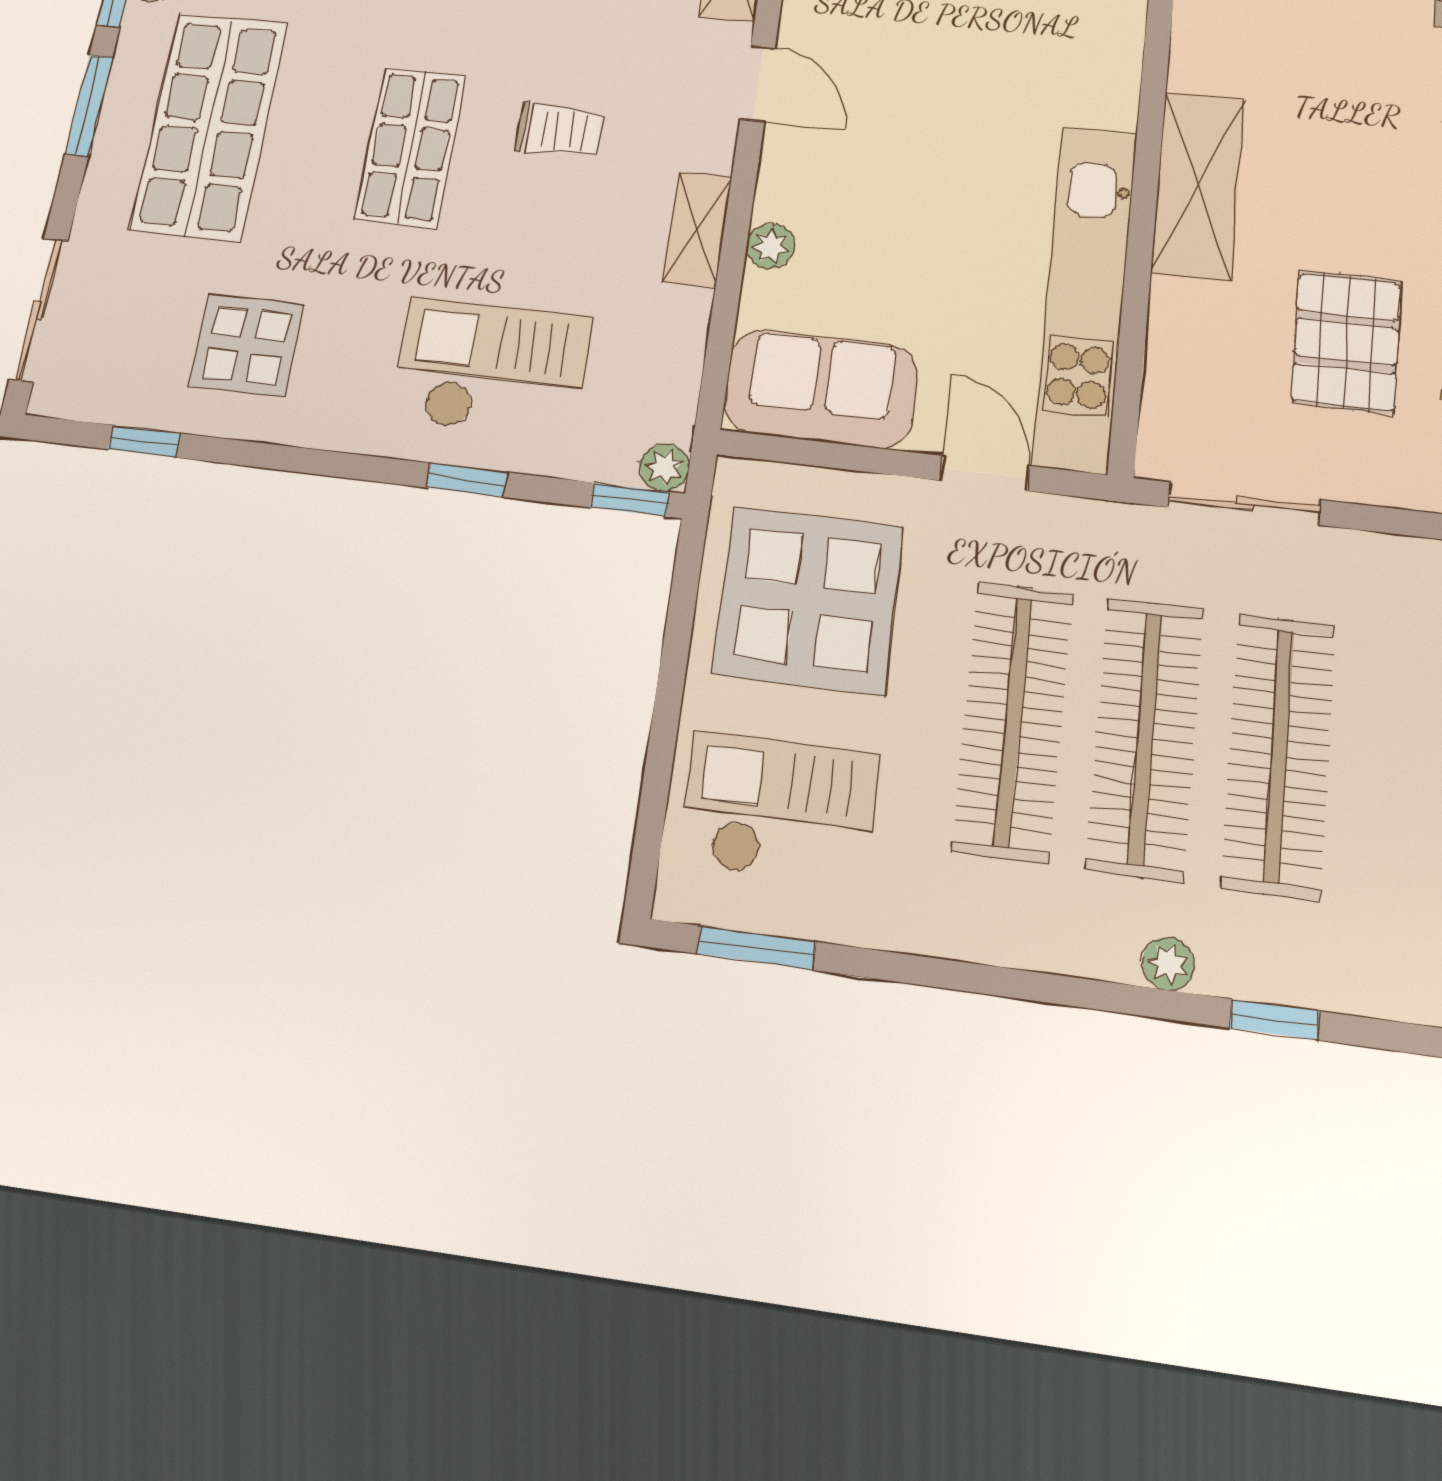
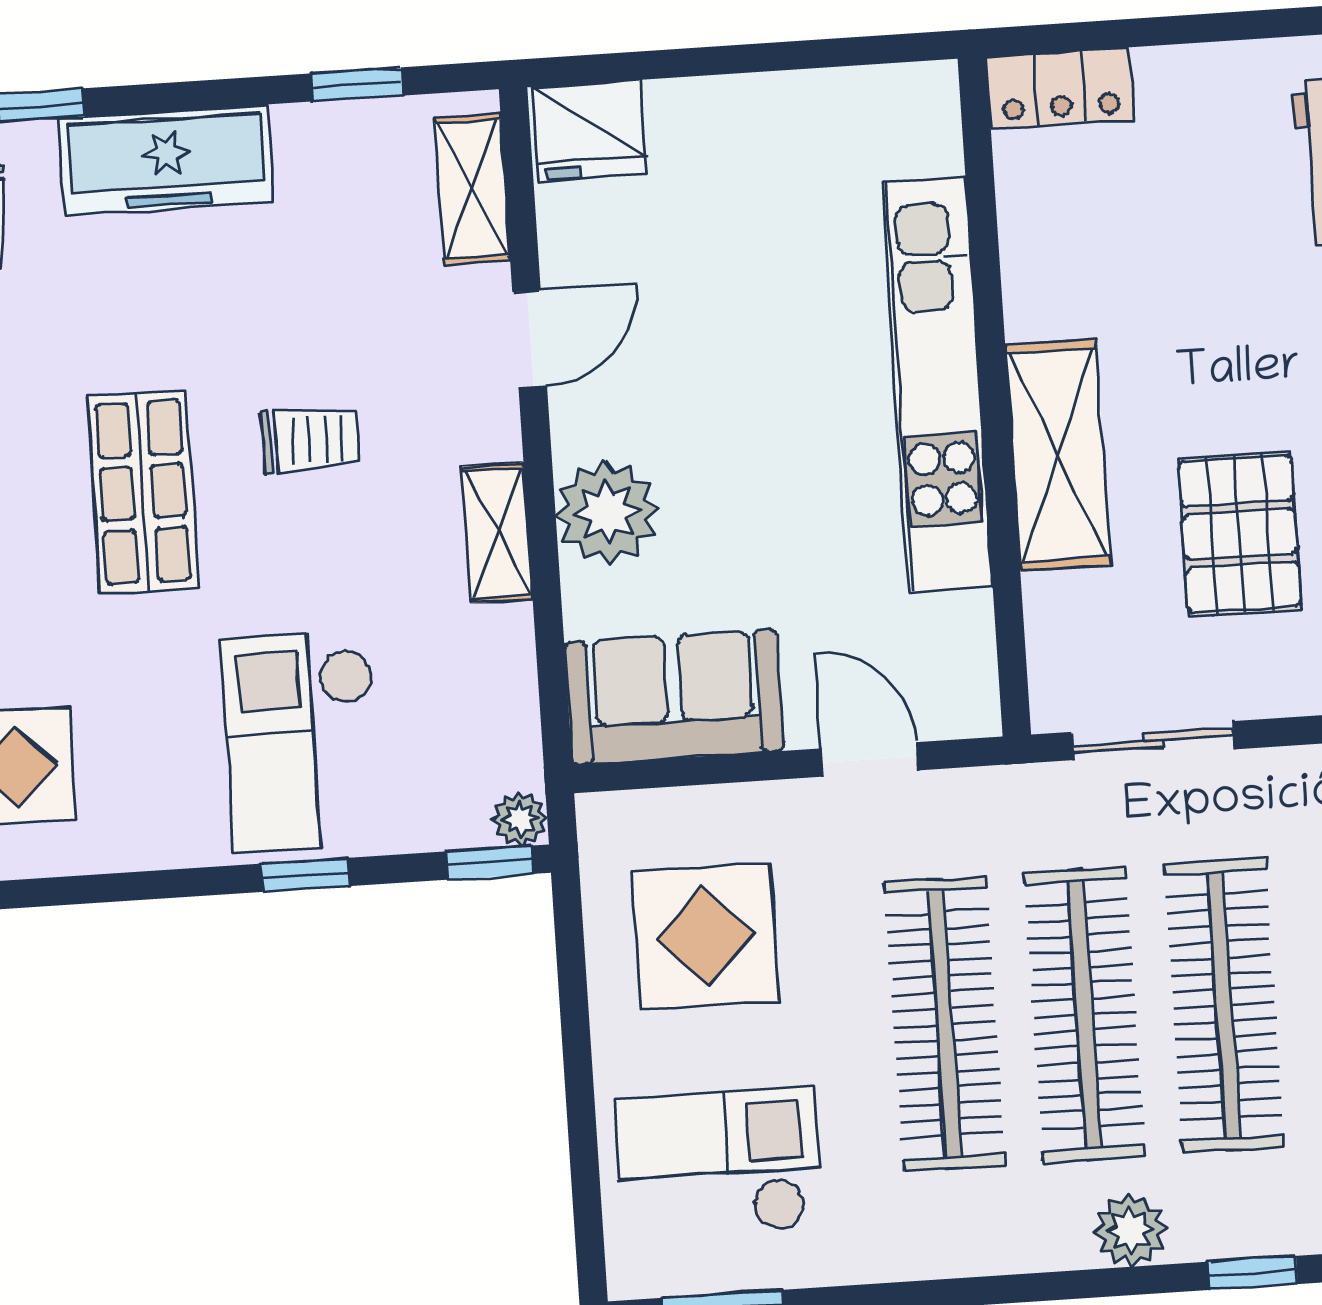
door: (758, 83) -> (530, 339), hinge flipped
shelving: (1198, 186) -> (1058, 455), moved
plant: (771, 246) -> (607, 512), width x1.88, depth x1.88
kitchen unit: (1085, 297) -> (937, 385), moved
checkout: (492, 368) -> (302, 741), turned -90
display table: (808, 600) -> (705, 936), width x0.73, depth x0.73
plant: (1168, 964) -> (1130, 1230), width x1.38, depth x1.38

